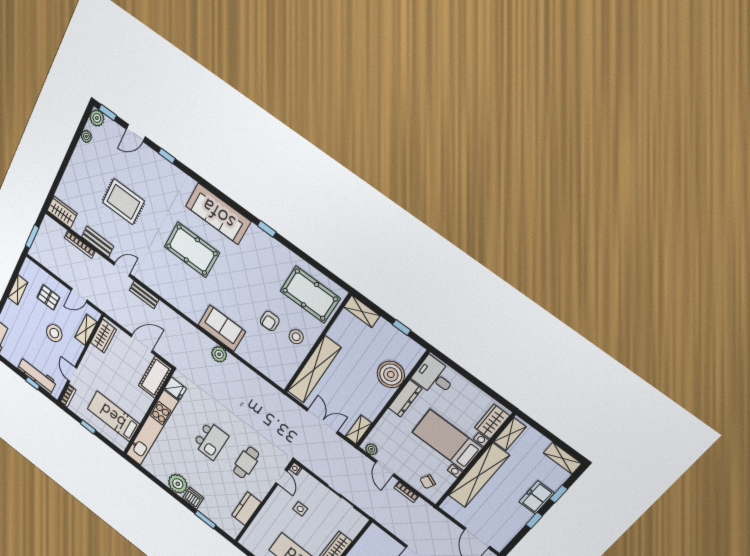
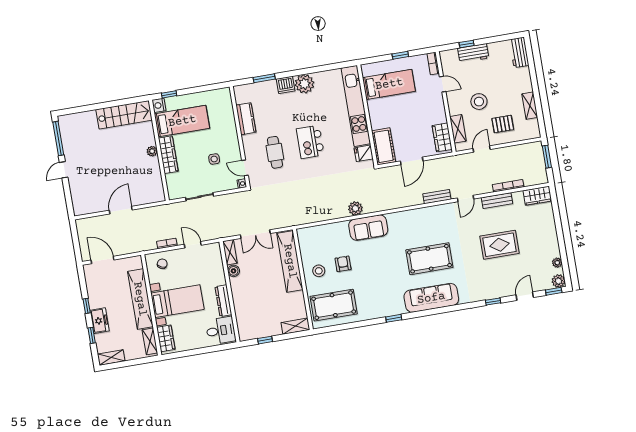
boiler: (391, 374) -> (233, 271), moved, width x0.54, depth x0.54
workbench: (37, 375) -> (473, 53), width x0.73
plant: (371, 449) -> (211, 248), removed

